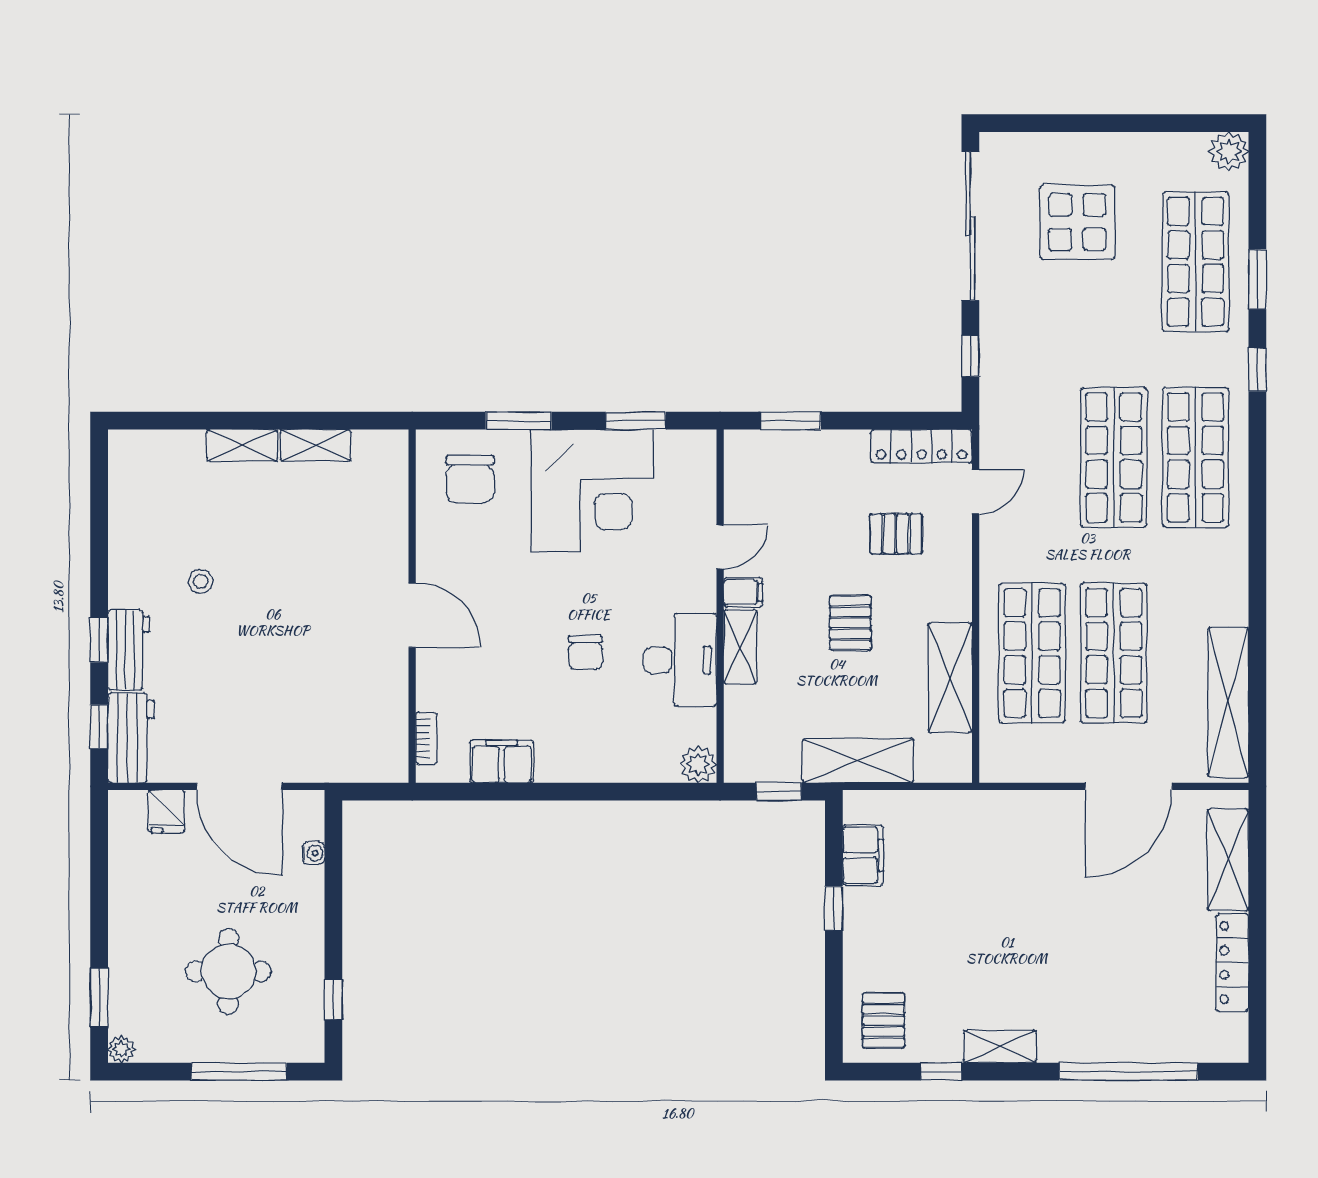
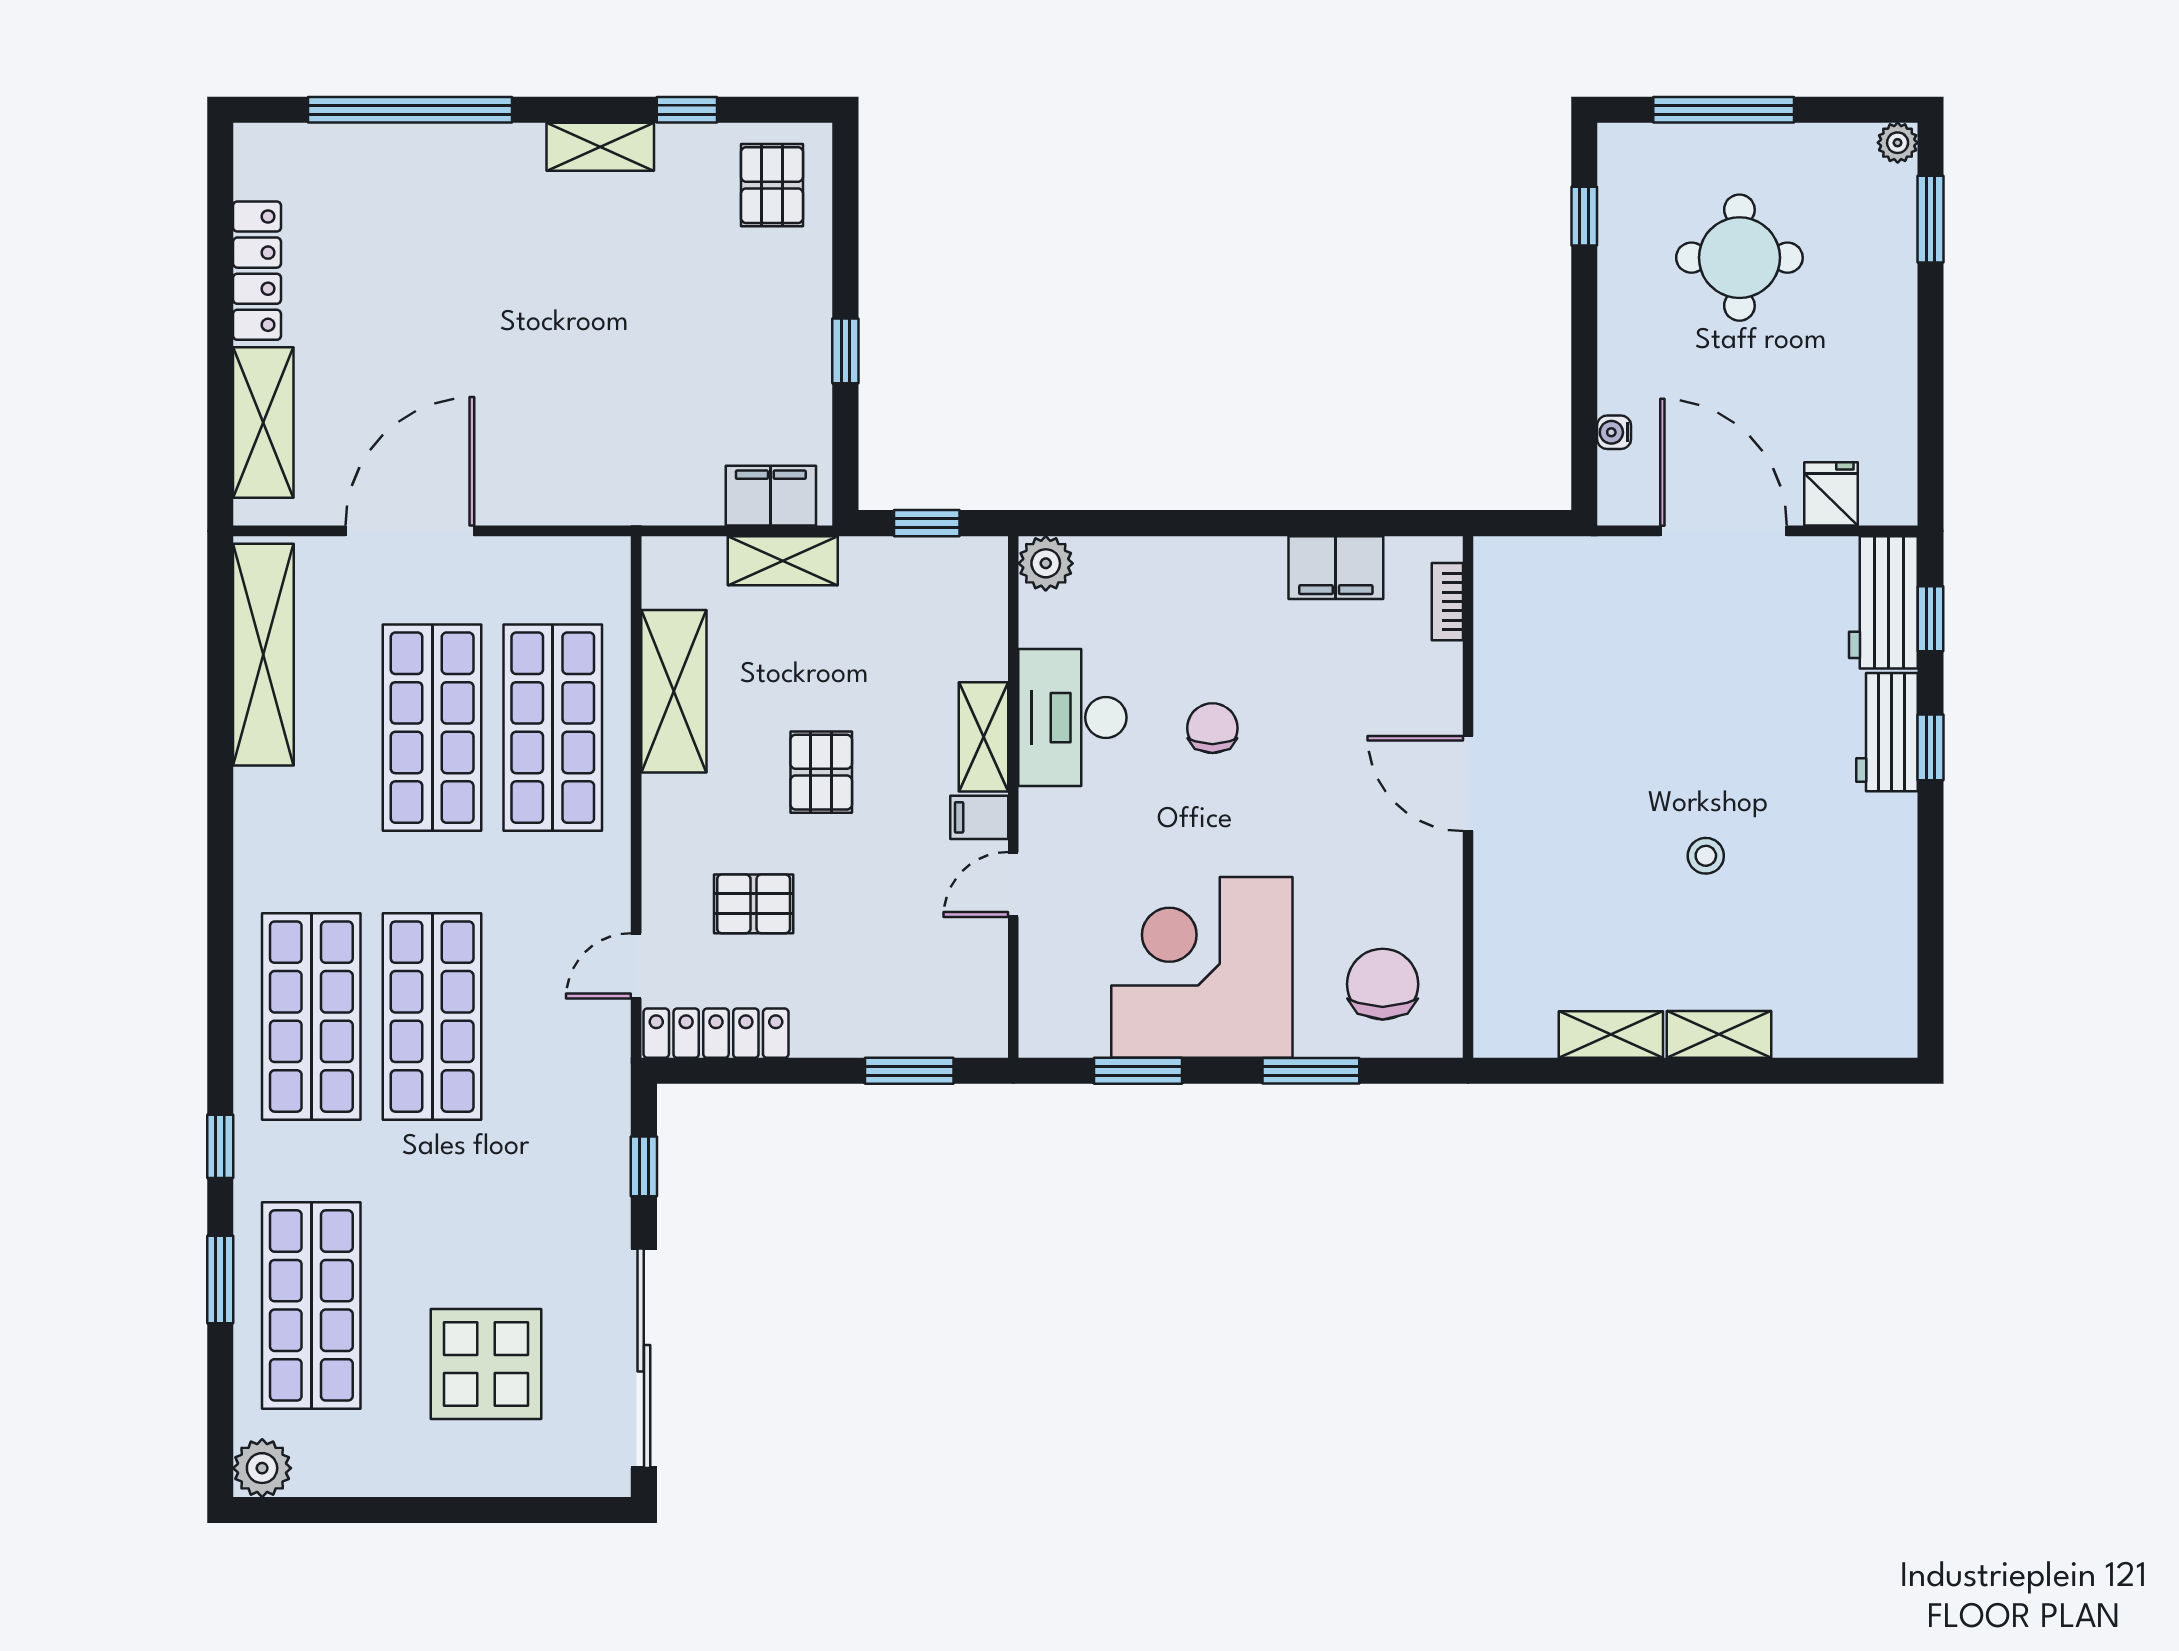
stool: (201, 581) -> (1706, 856), moved
shelving: (858, 761) -> (783, 561), width x0.67, depth x0.75
filing cabinet: (863, 855) -> (771, 496), moved, turned 90

